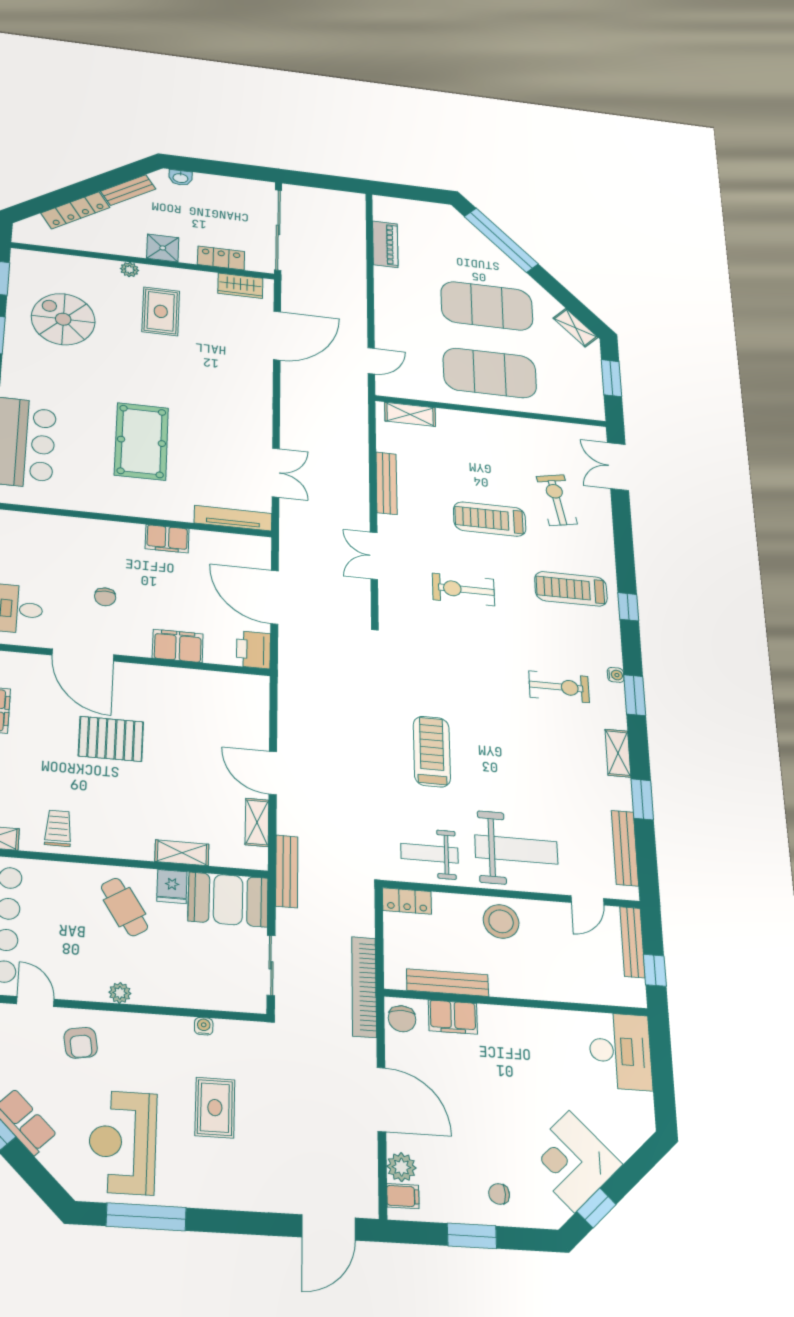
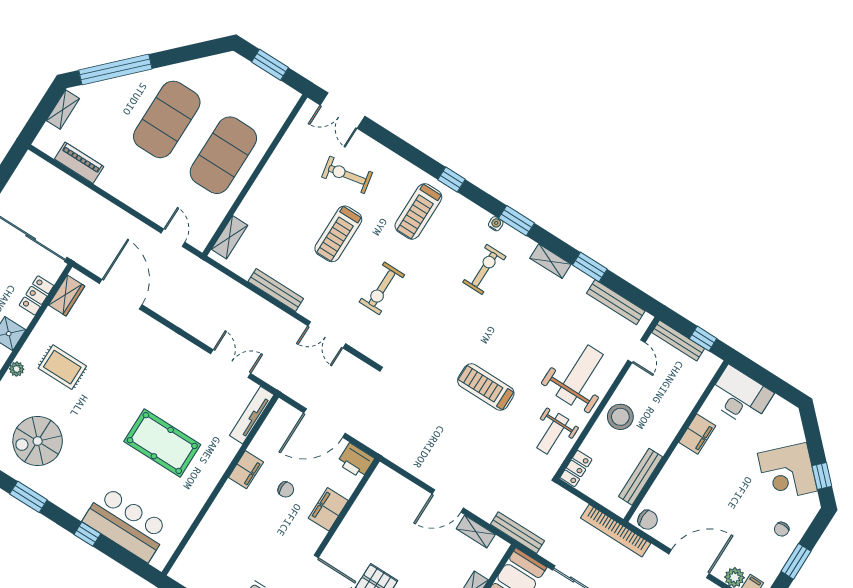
shelving: (576, 328) -> (63, 109), moved, turned -45
chair: (105, 597) -> (286, 490), moved
filing cabinet: (453, 1017) -> (697, 434), moved

